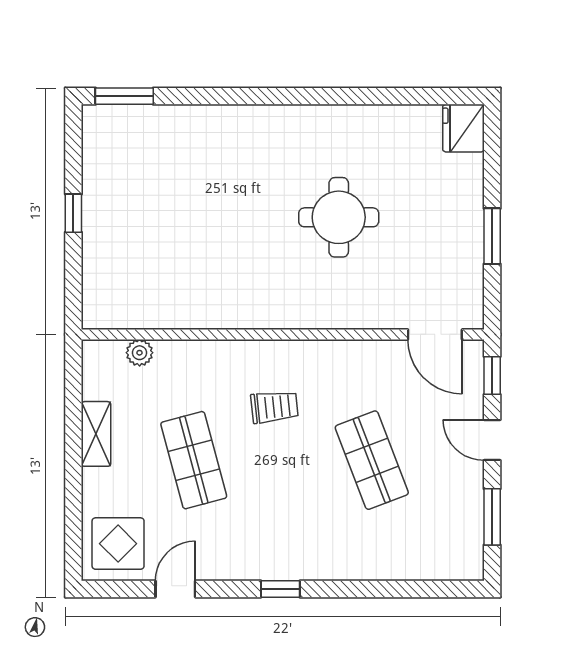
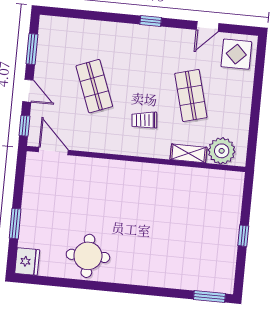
round table: (339, 217) -> (88, 256), moved
window: (492, 236) -> (15, 224), moved
plant: (140, 353) -> (222, 151), width x1.87, depth x1.87
shelving: (96, 434) -> (188, 153), moved, turned 90

